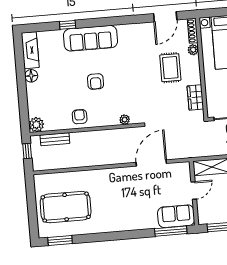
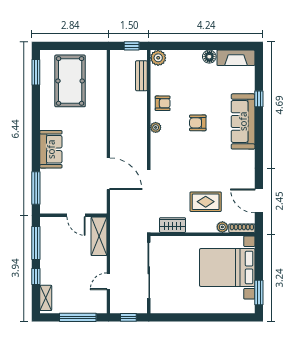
plant: (125, 120) -> (156, 127), moved
sofa: (176, 216) -> (51, 149), moved

